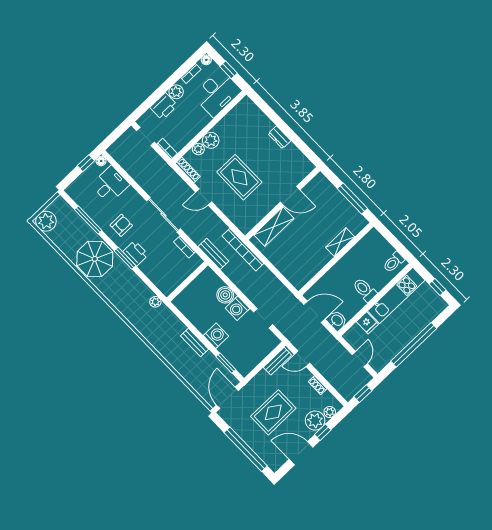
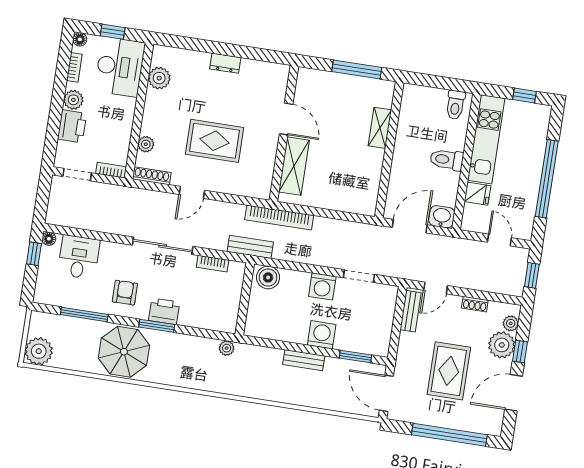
plant: (211, 140) -> (159, 78), moved
door: (290, 196) -> (286, 119), hinge flipped
boiler: (225, 295) -> (268, 277), moved

